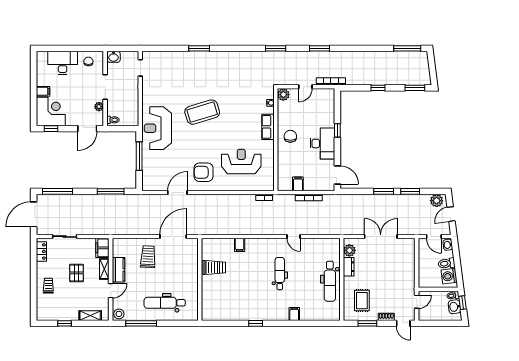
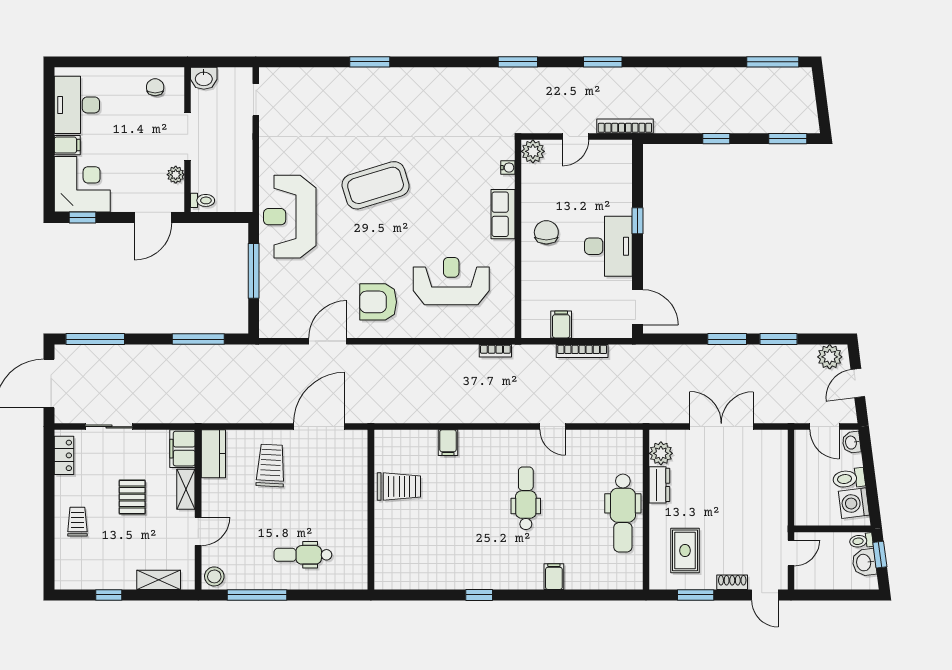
desk: (63, 63) -> (77, 105), moved, turned -90
kitchen counter: (118, 270) -> (213, 454), moved
dental chair: (165, 303) -> (303, 555), width x0.73, depth x0.72

